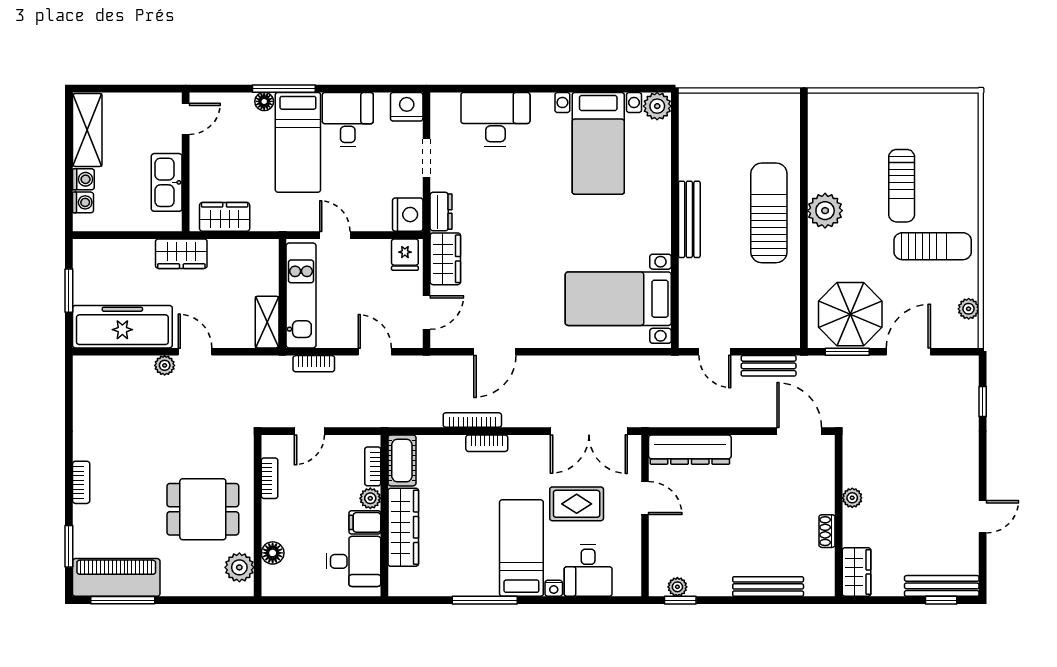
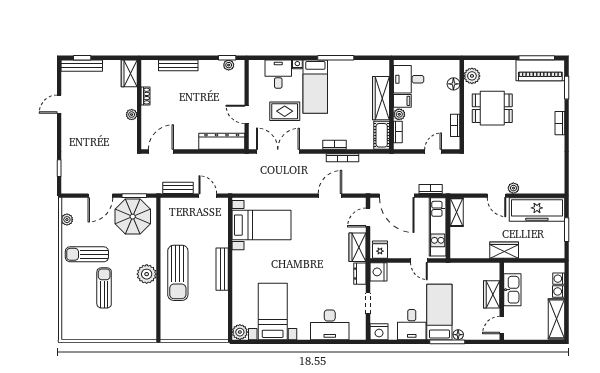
wardrobe: (225, 217) -> (492, 294), moved, turned 90
door: (375, 352) -> (397, 196), width x1.88
door: (799, 431) -> (161, 152), swing flipped

